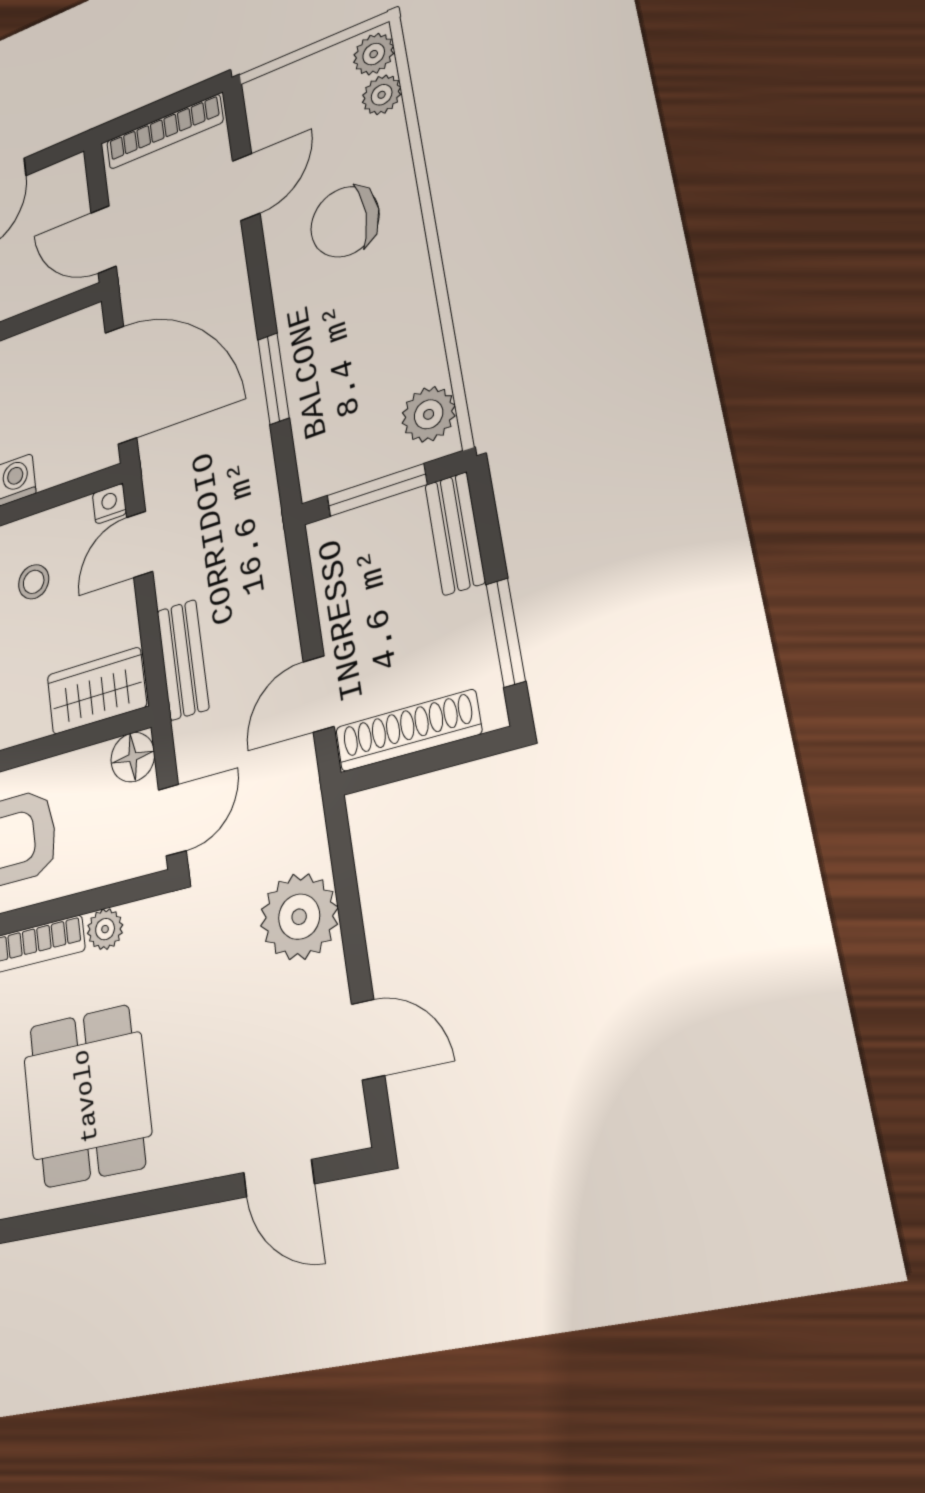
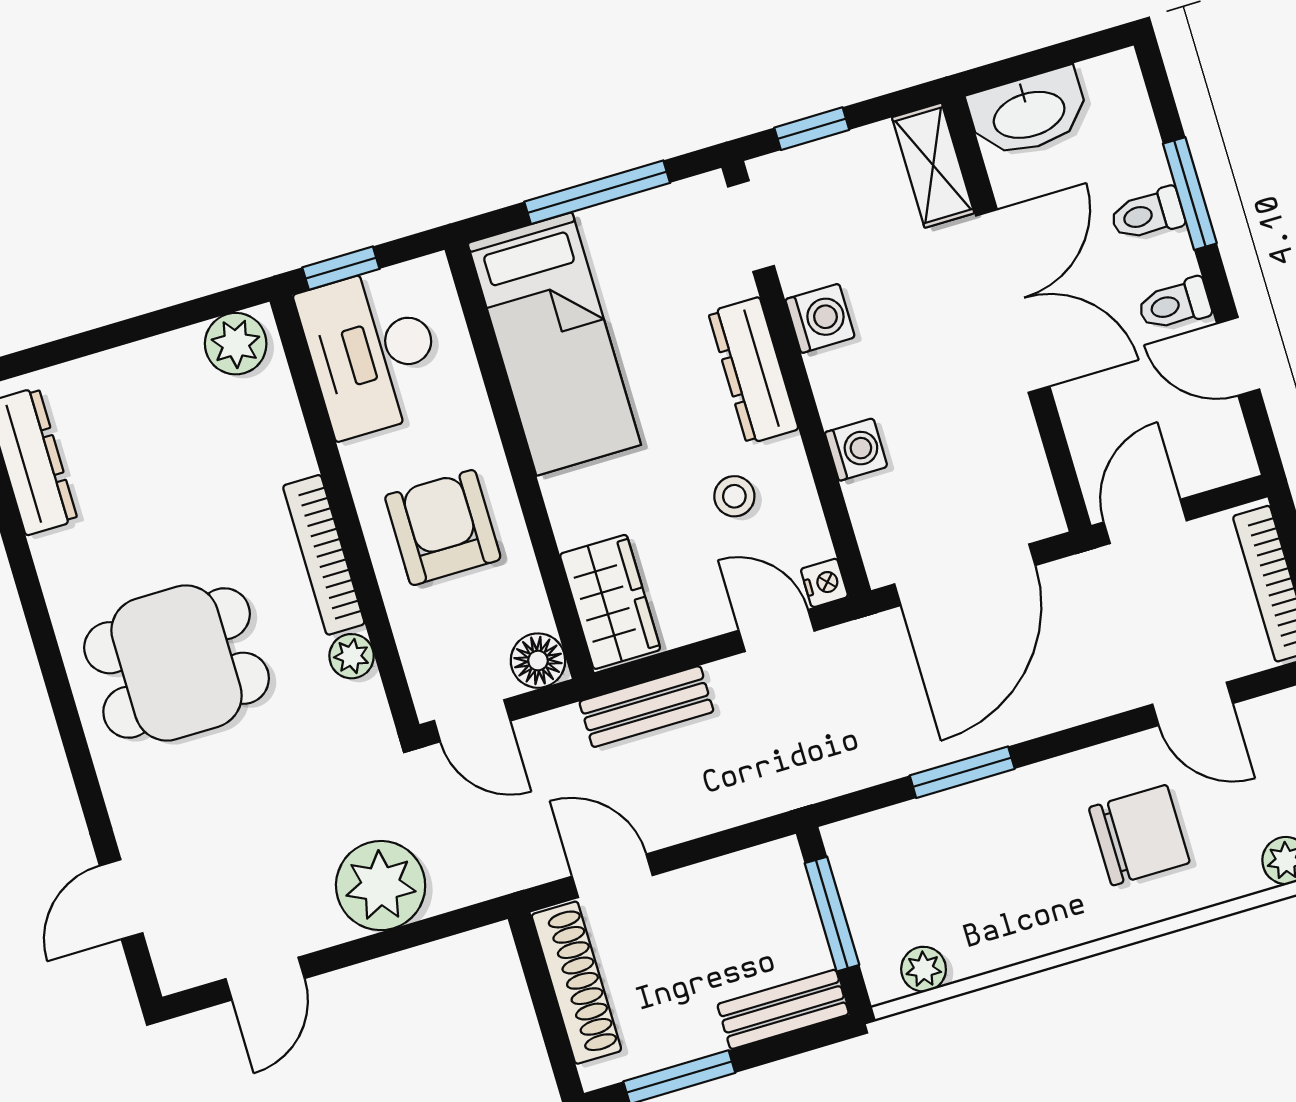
chair: (345, 222) -> (1139, 835), turned 90
plant: (429, 414) -> (924, 969), width x0.73, depth x0.73

